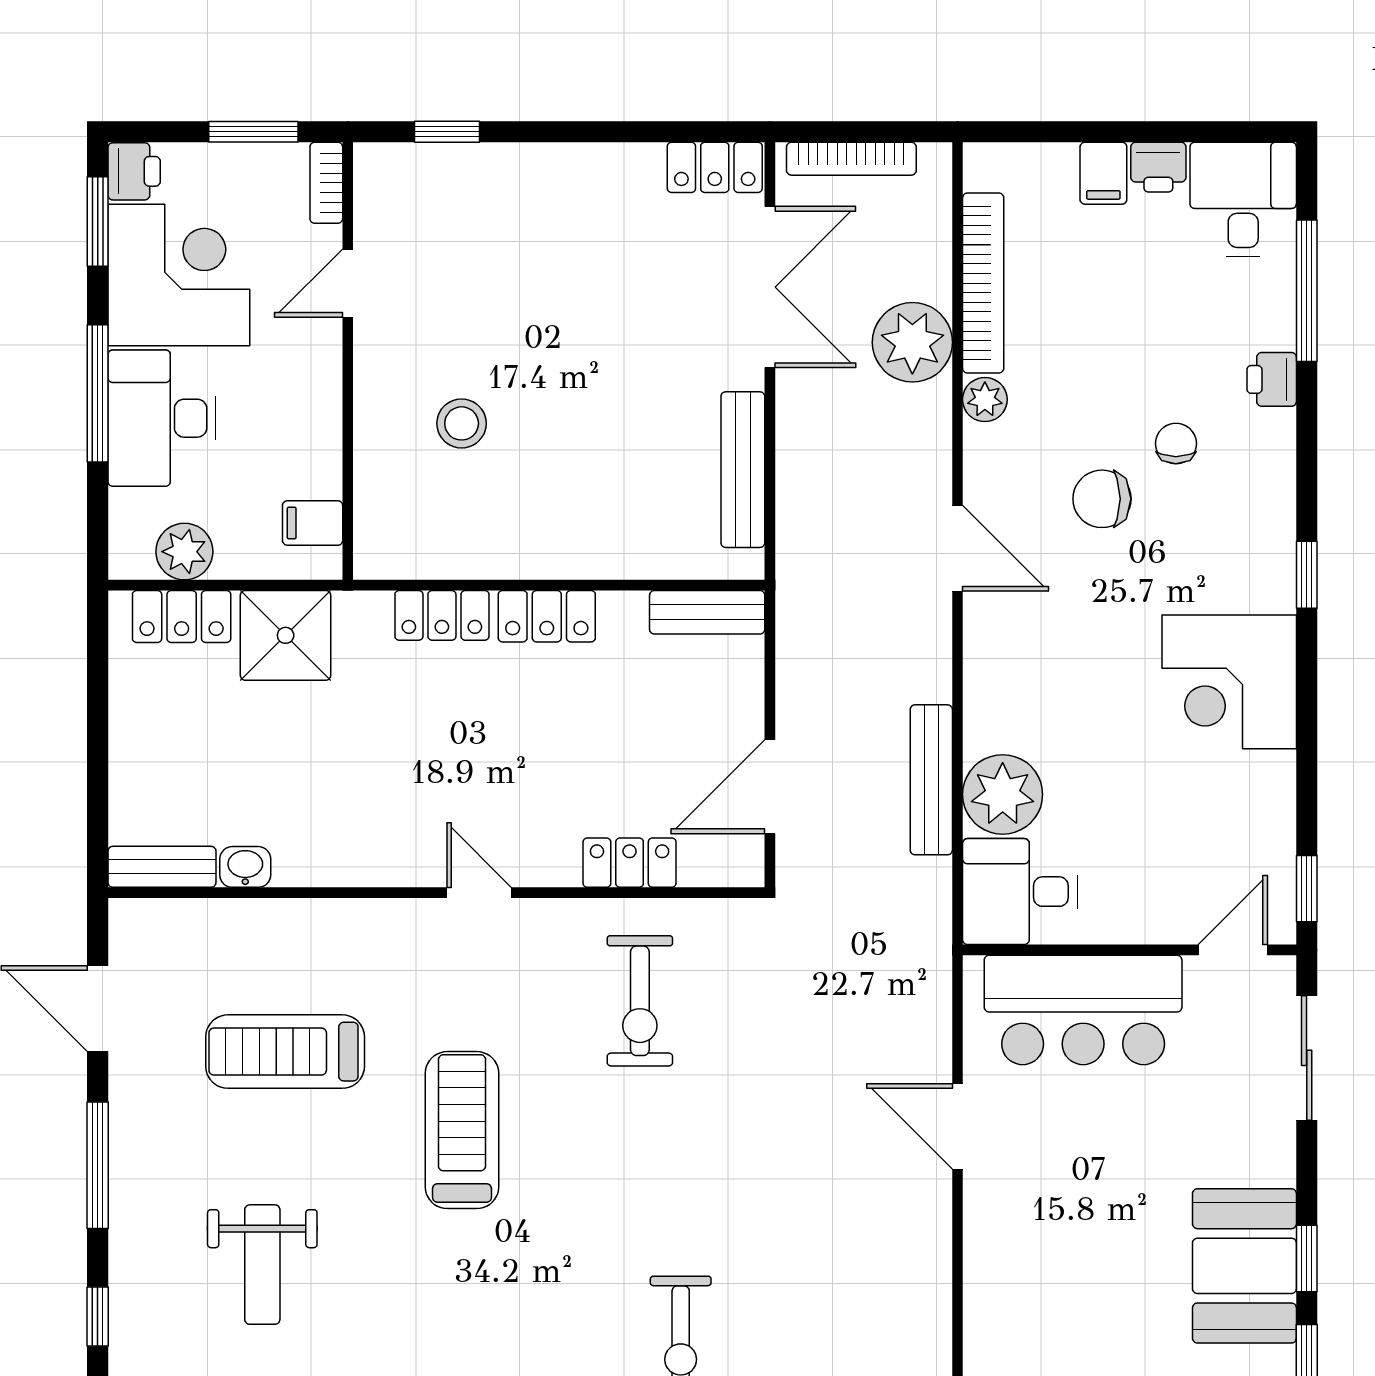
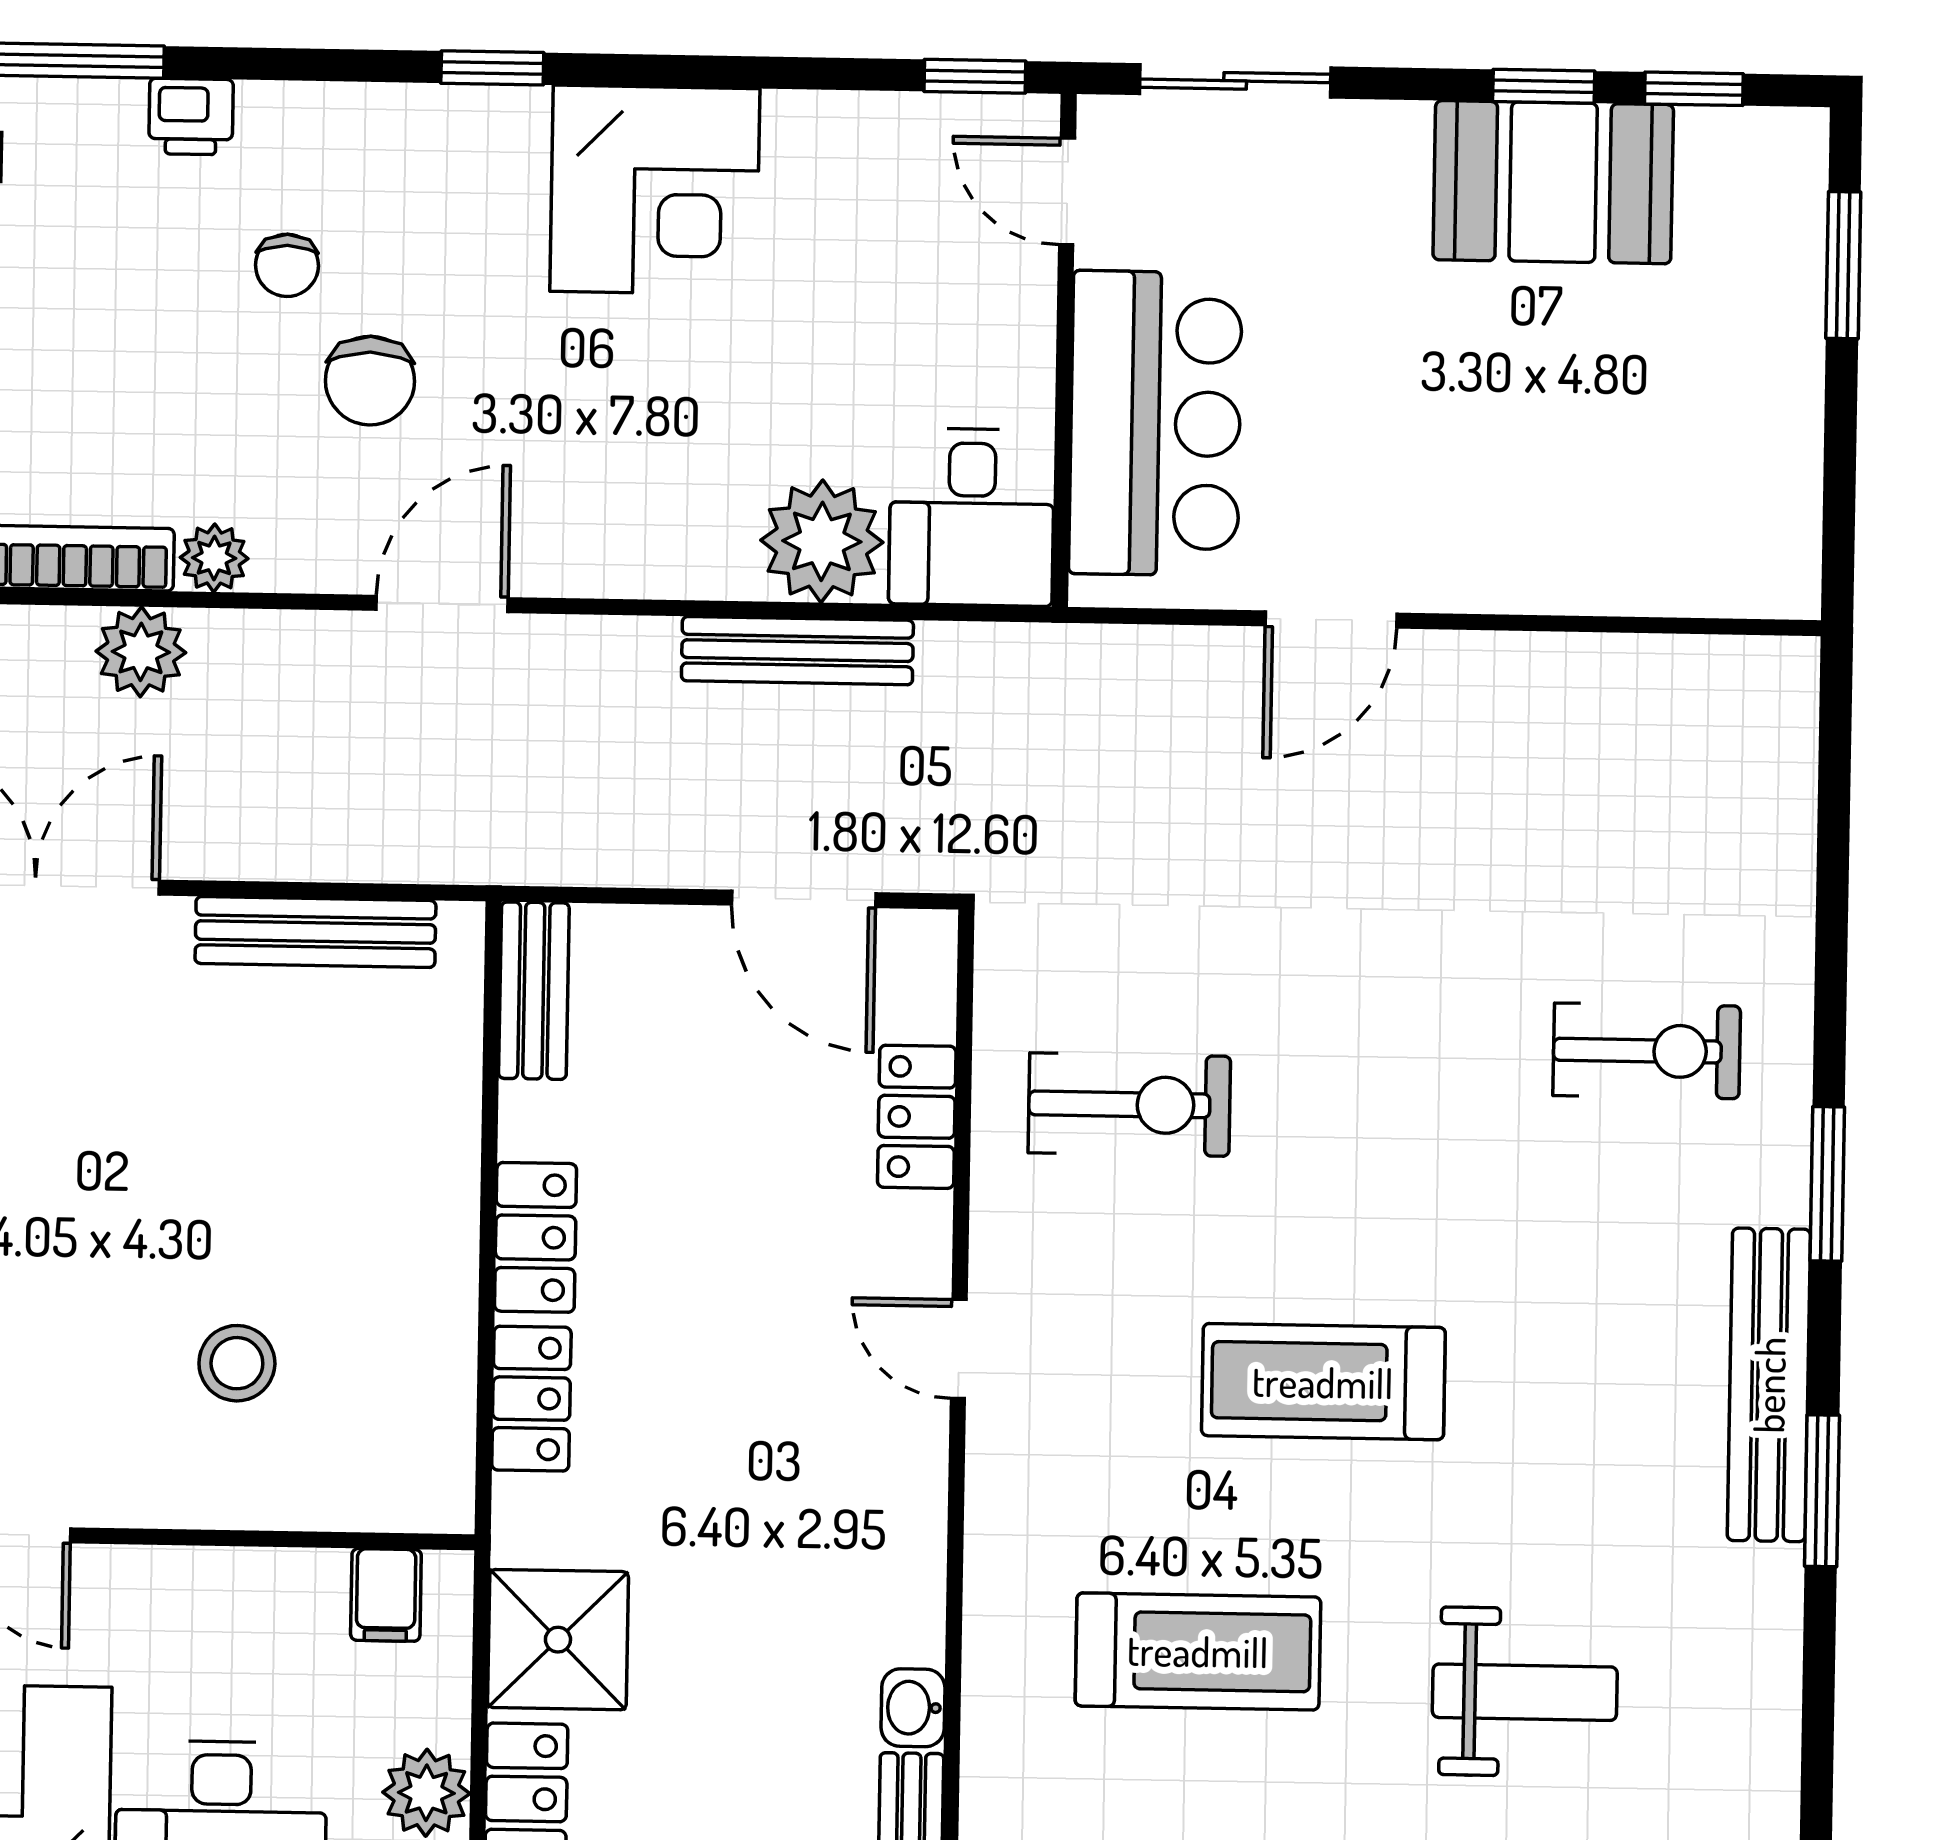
plant: (912, 342) -> (141, 652), width x0.73, depth x0.73
chair: (1176, 444) -> (287, 265), turned -90
door: (479, 893) -> (959, 1349), hinge flipped
treadmill: (285, 1052) -> (1198, 1651), turned -90

